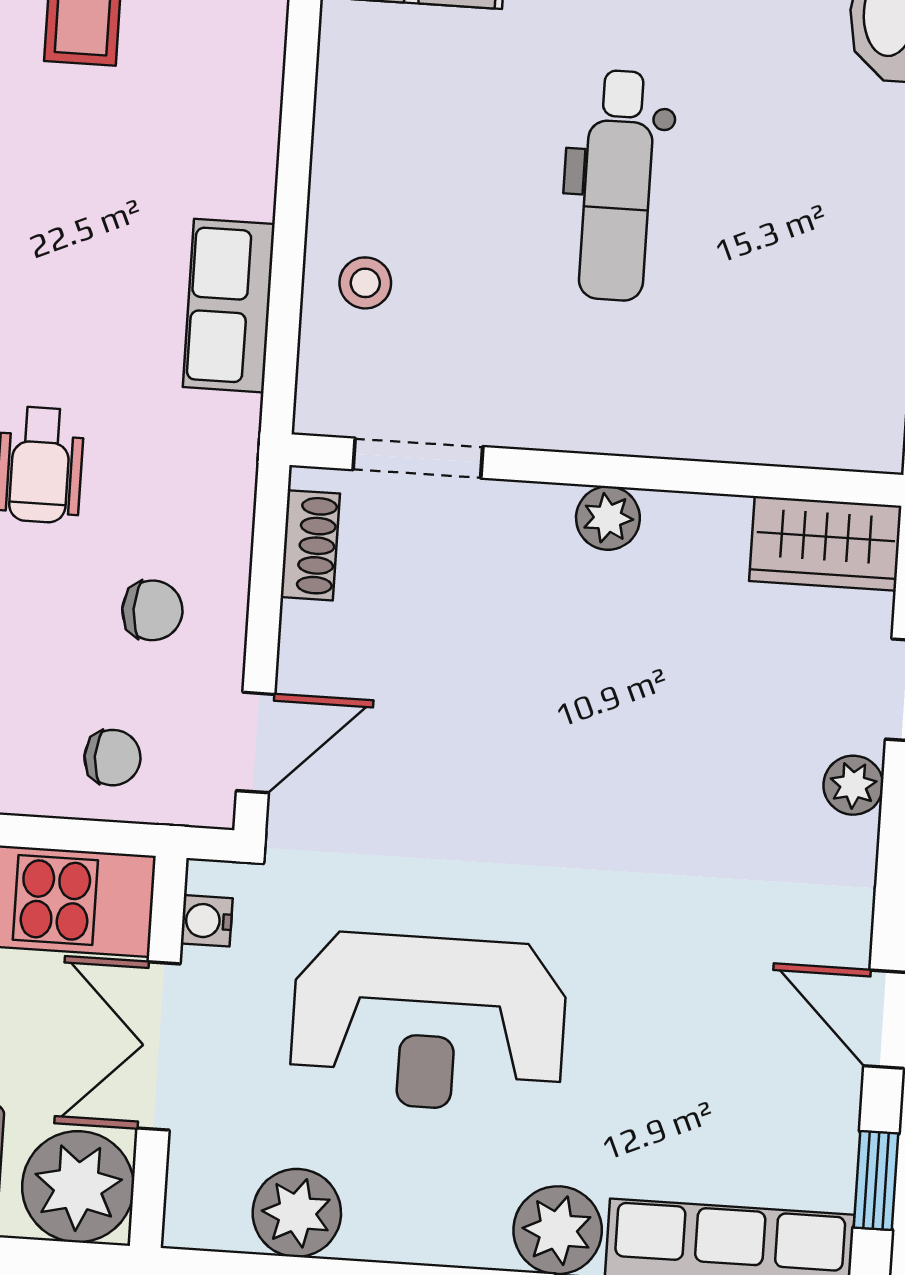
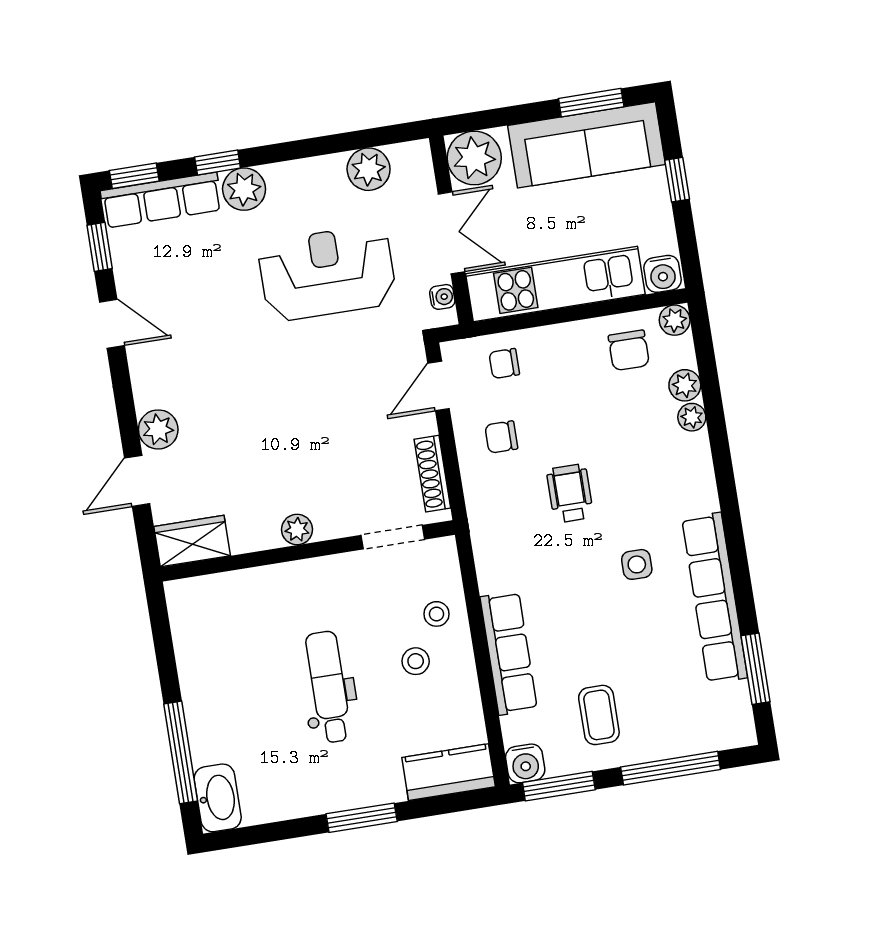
stool: (429, 197) -> (416, 661), added
row of seats: (229, 306) -> (509, 653), moved, width x1.48
shoe rack: (310, 545) -> (432, 474), width x1.43
plant: (853, 785) -> (158, 429), width x1.38, depth x1.38

